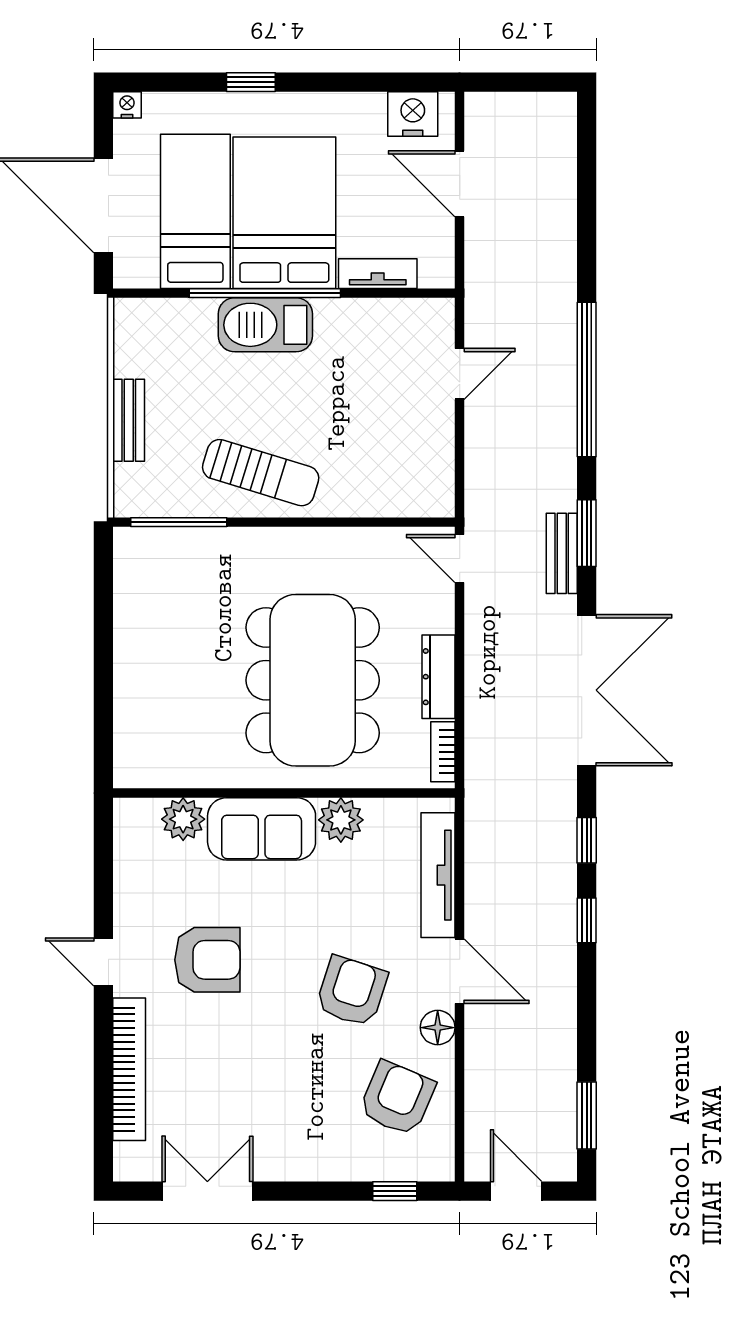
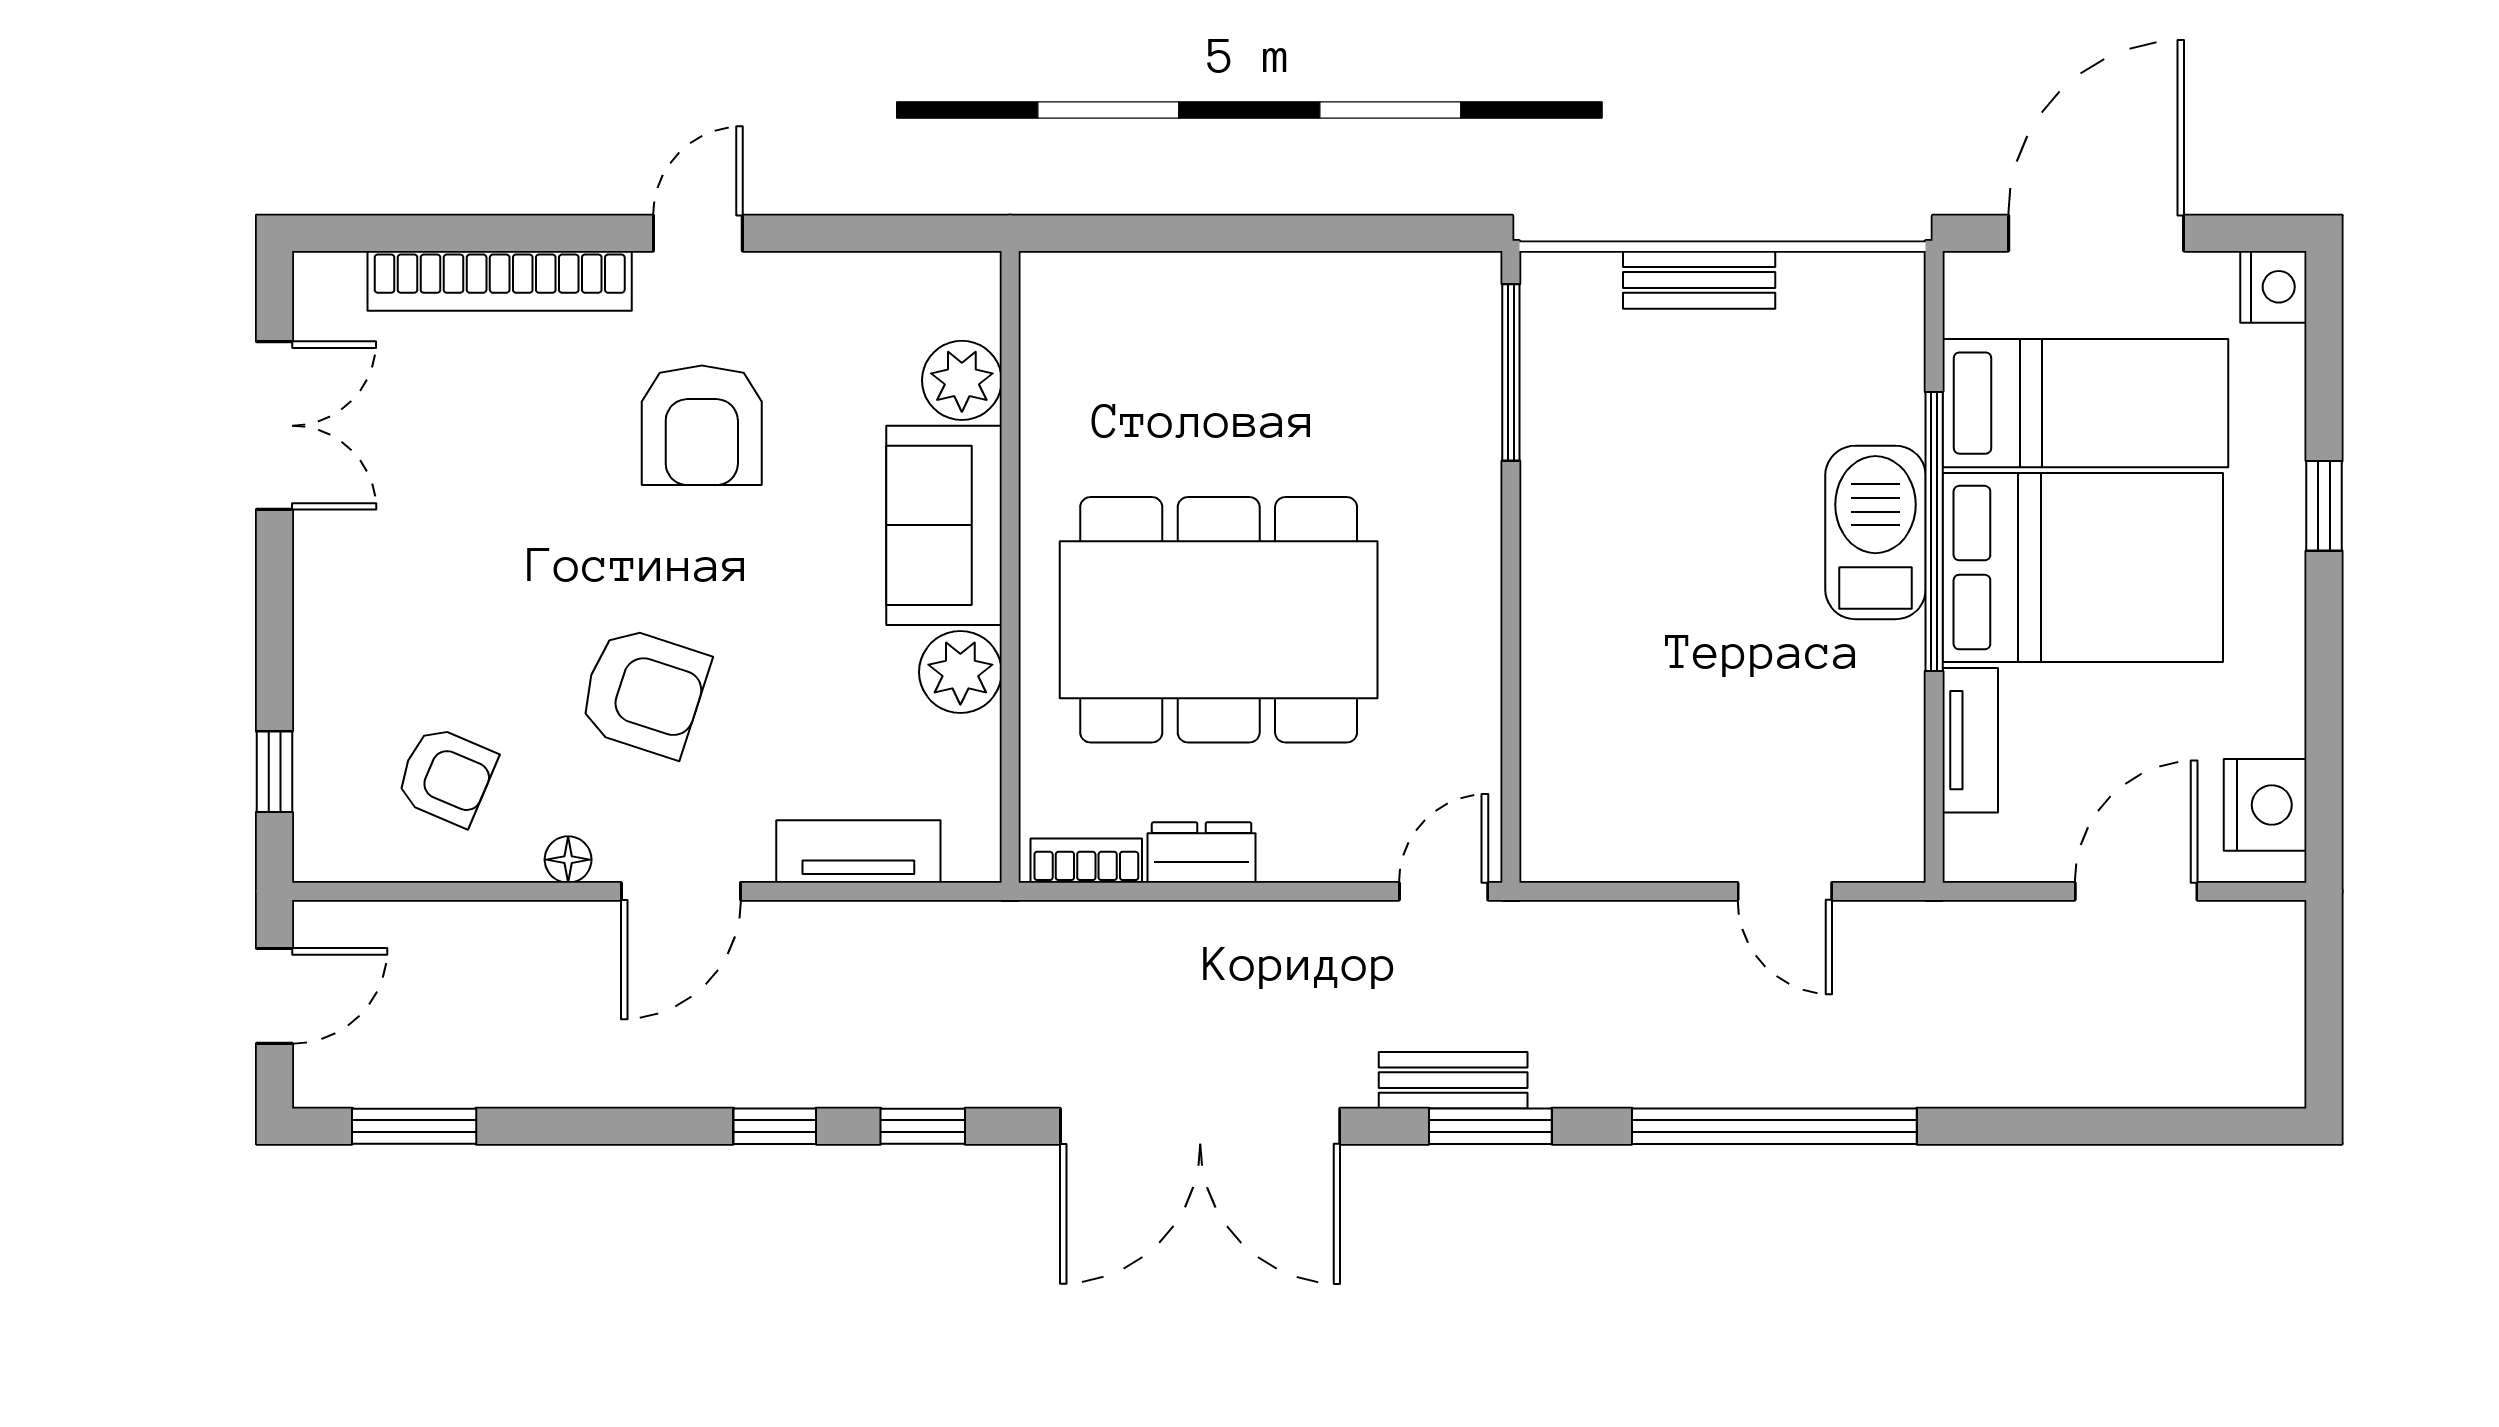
nightstand: (127, 105) -> (2273, 287), width x1.39, depth x1.35
sun lounger: (261, 473) -> (1602, 524), removed
dresser: (439, 677) -> (1202, 853), width x0.70
tv unit: (438, 875) -> (858, 852), width x0.71
floor lamp: (438, 1028) -> (568, 860), width x0.73, depth x0.73
armchair: (397, 1098) -> (446, 776), width x0.72, depth x0.72

